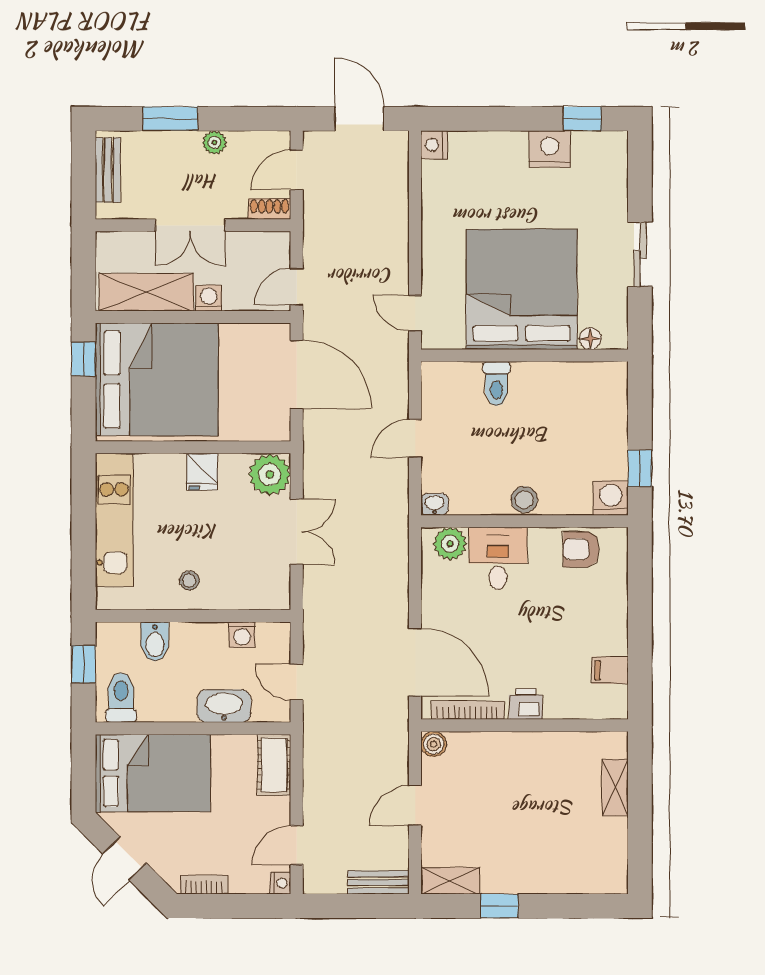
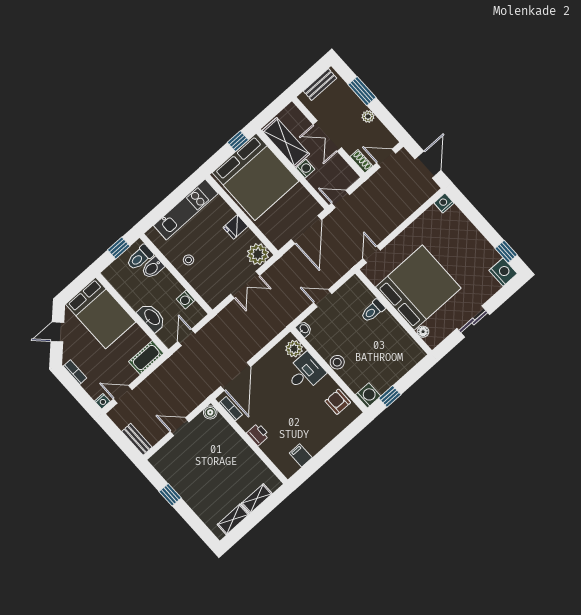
nightstand: (550, 149) -> (503, 272), moved
toilet: (121, 698) -> (140, 257), moved, turned 180
bookcase: (468, 710) -> (231, 409), width x0.64
shelving: (450, 881) -> (233, 519), moved, turned 90

